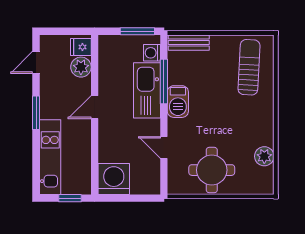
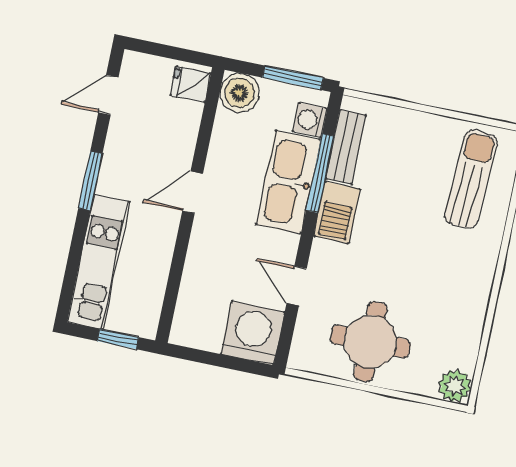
bench: (189, 43) -> (346, 147), moved, turned 90
boiler: (109, 46) -> (240, 93), added
plant: (81, 67) -> (184, 119), removed
plant: (264, 156) -> (455, 386), moved
washing machine: (114, 179) -> (253, 333), moved

